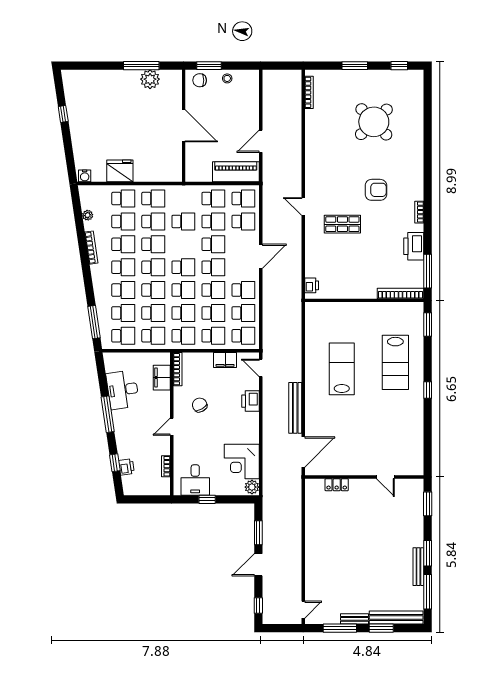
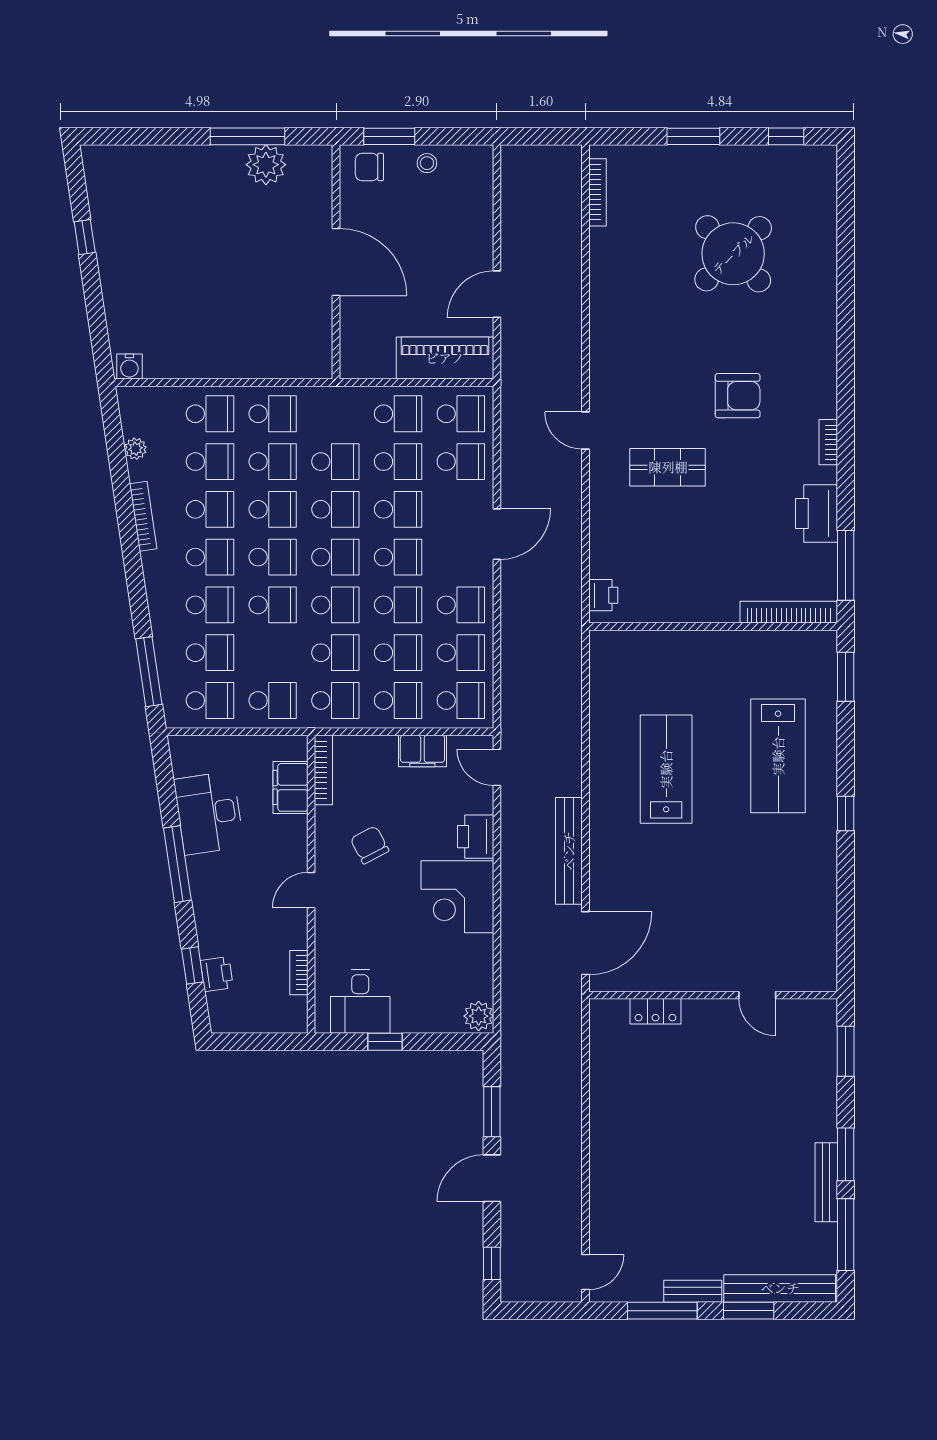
fridge: (120, 171) -> (203, 356), removed
school desk: (153, 313) -> (335, 509), moved
corner desk: (242, 461) -> (457, 897), moved

